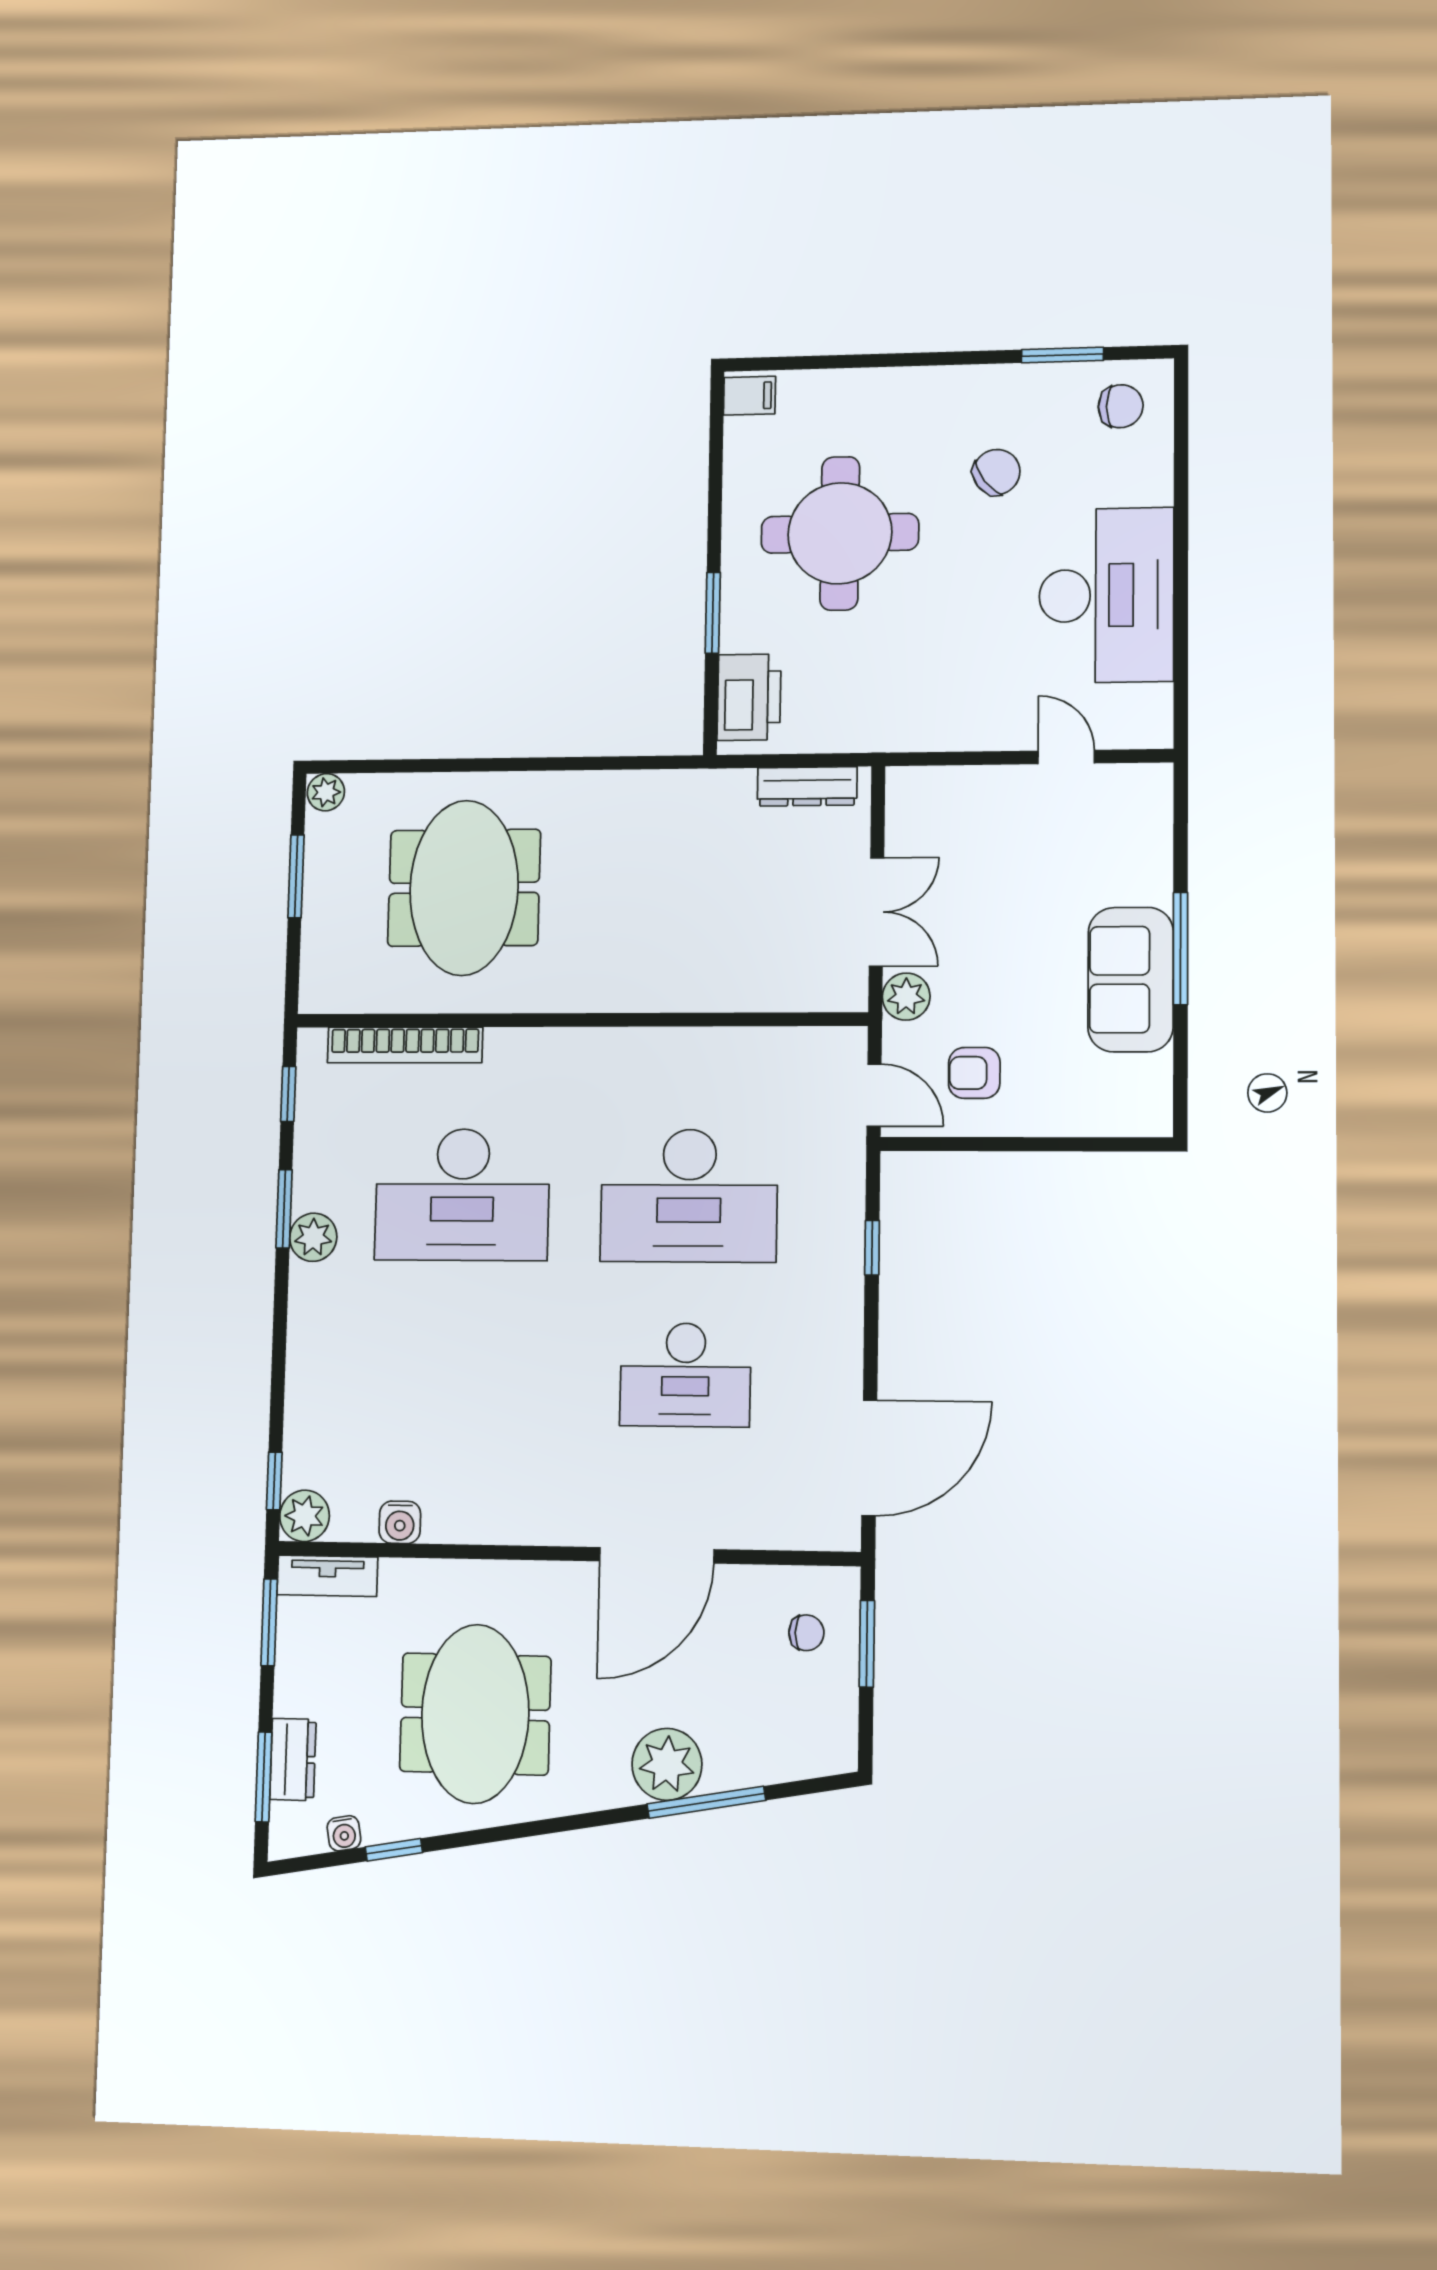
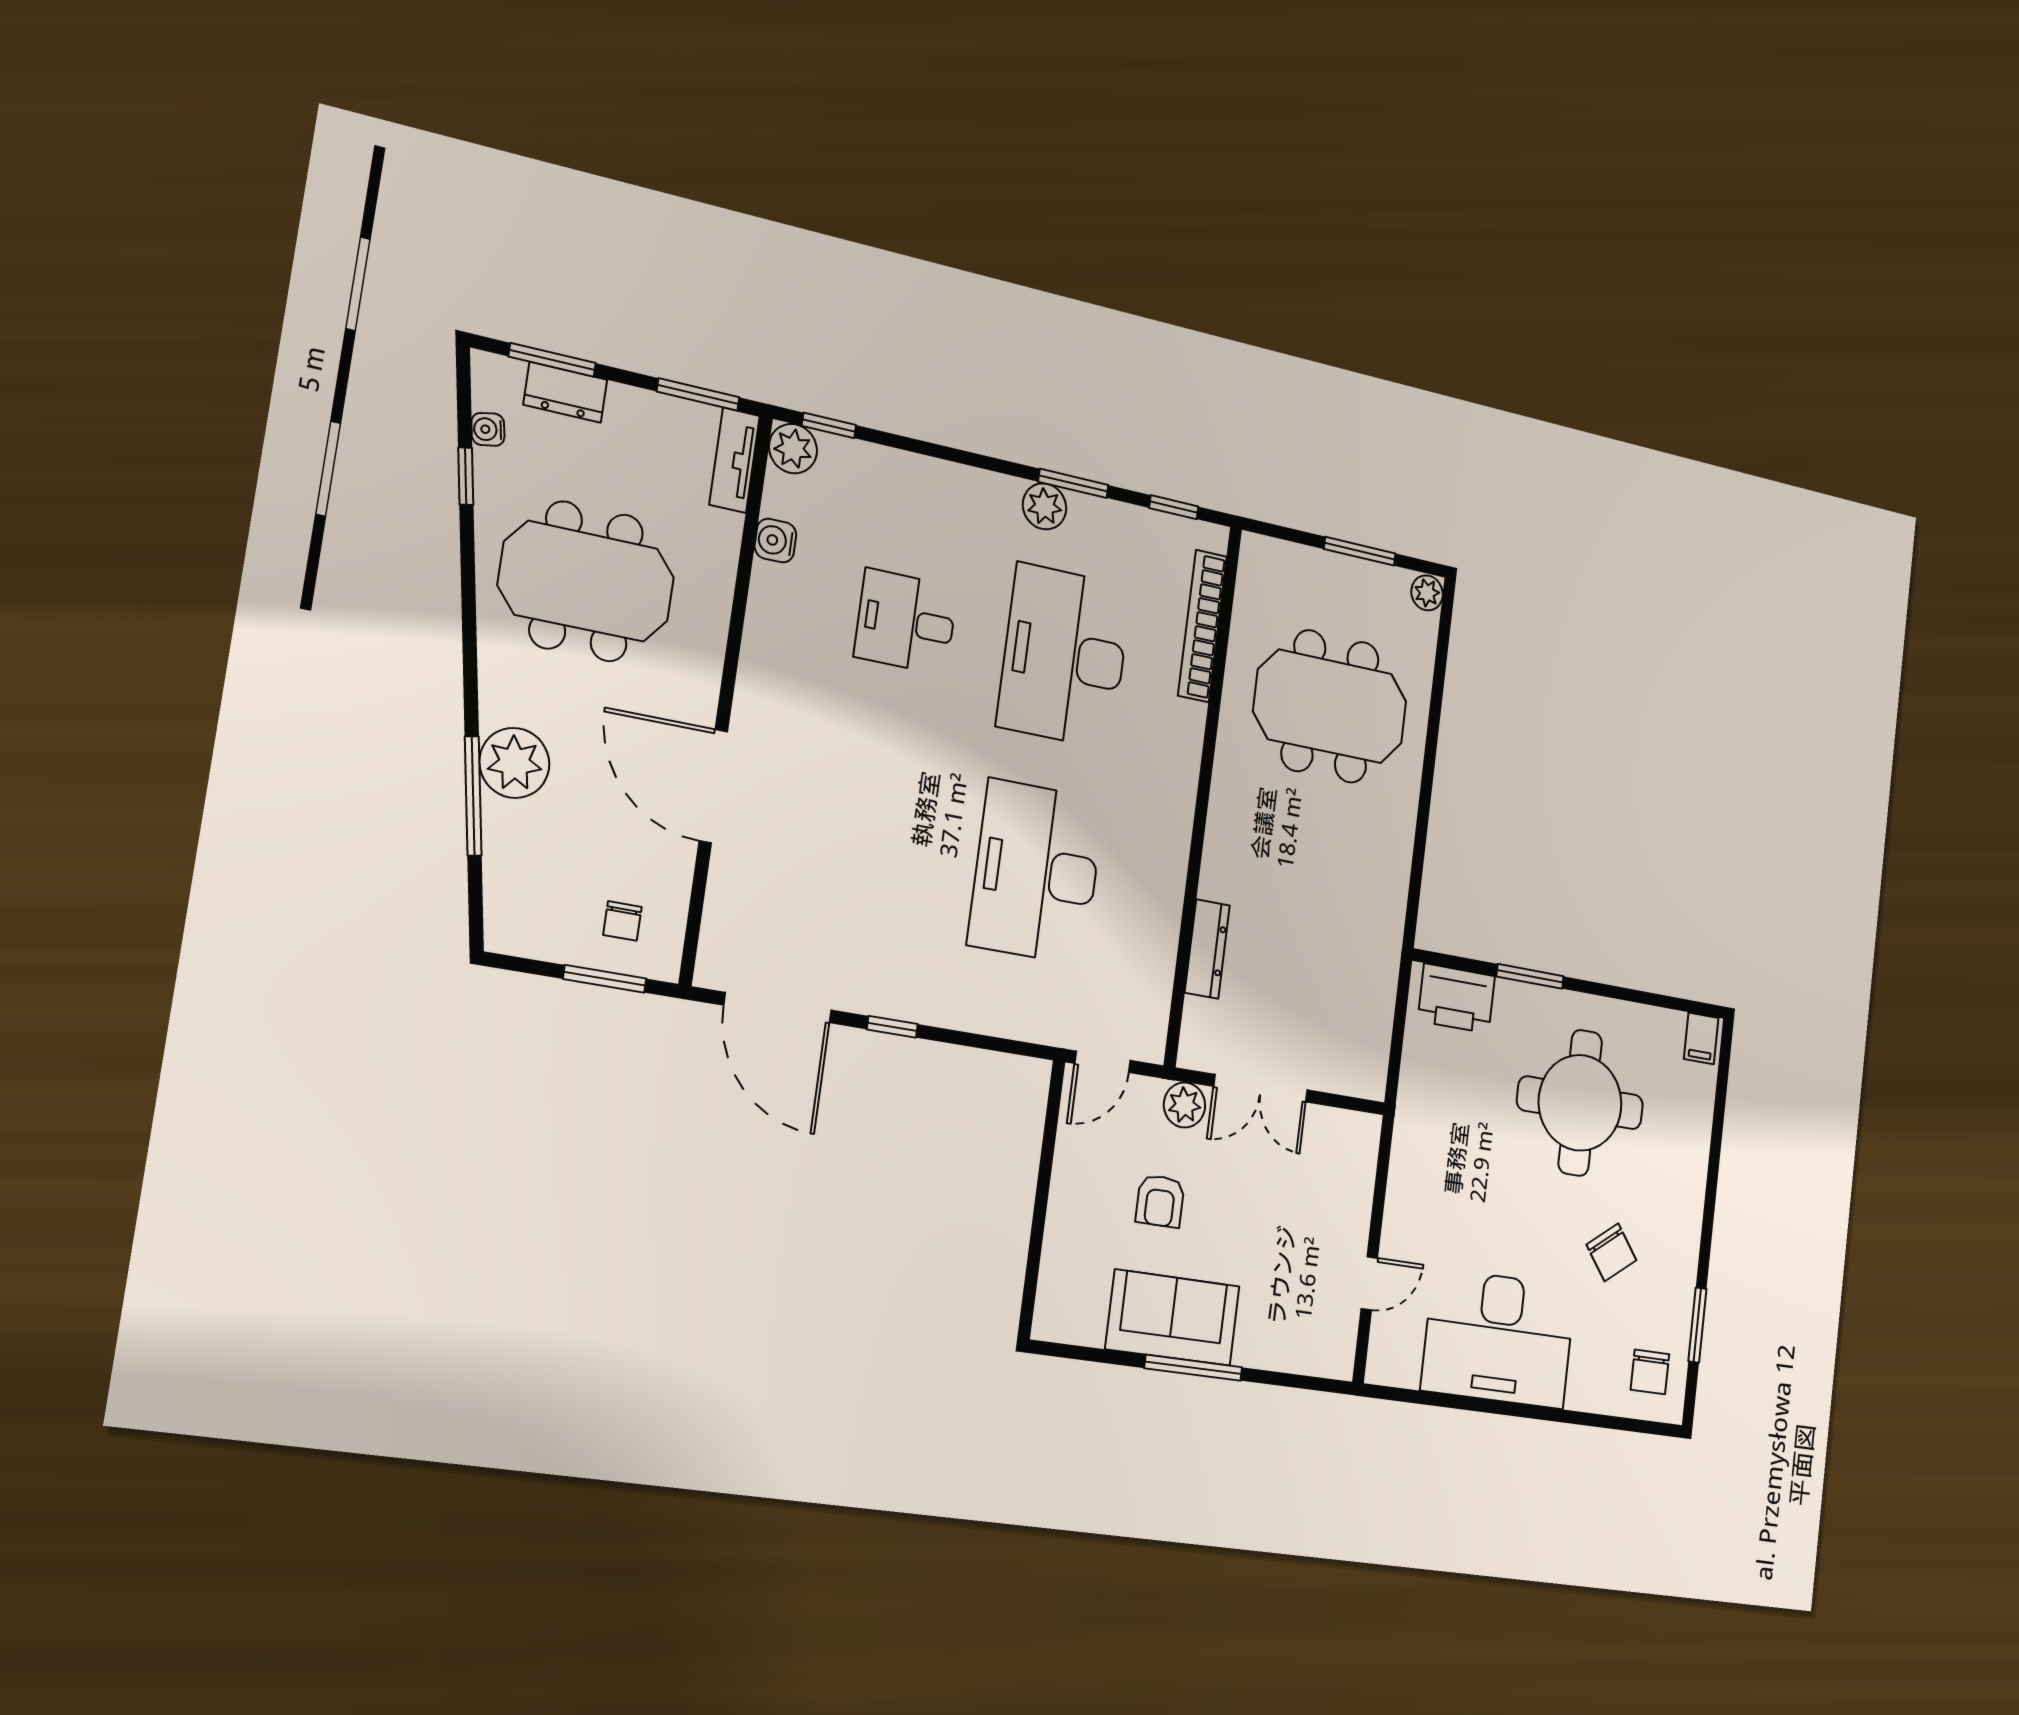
dresser: (807, 786) -> (1207, 949), moved, turned 180
armchair: (974, 1073) -> (1160, 1201), moved, turned 180
window: (872, 1248) -> (892, 1027), moved
desk: (685, 1375) -> (906, 622), moved, width x0.73

